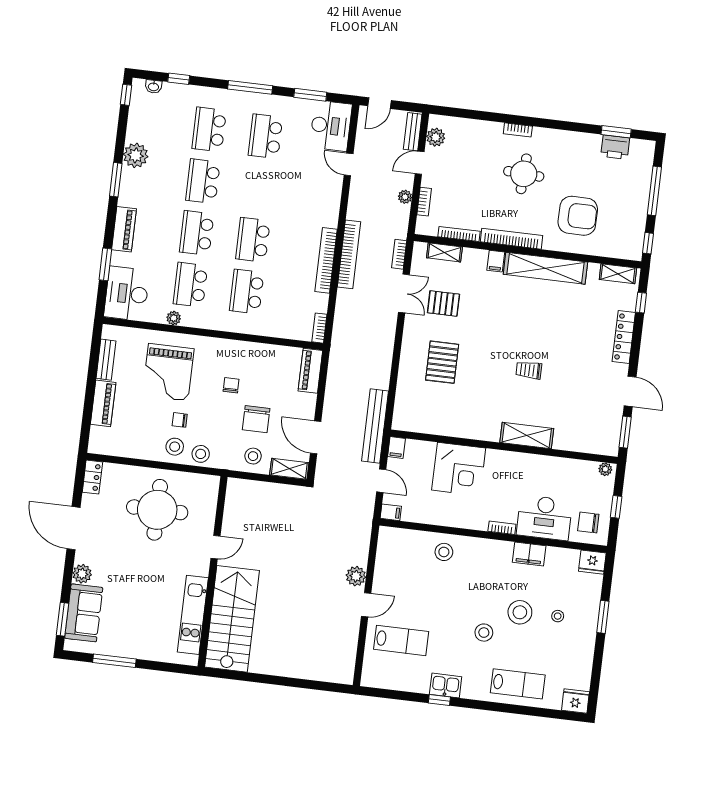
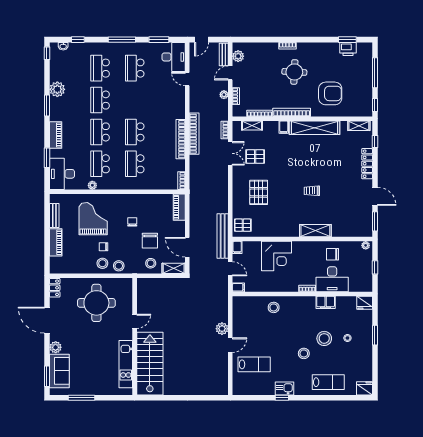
grand piano: (168, 372) -> (93, 219), turned 180
pallet: (410, 412) -> (243, 225), added
chair: (588, 523) -> (333, 254), moved

